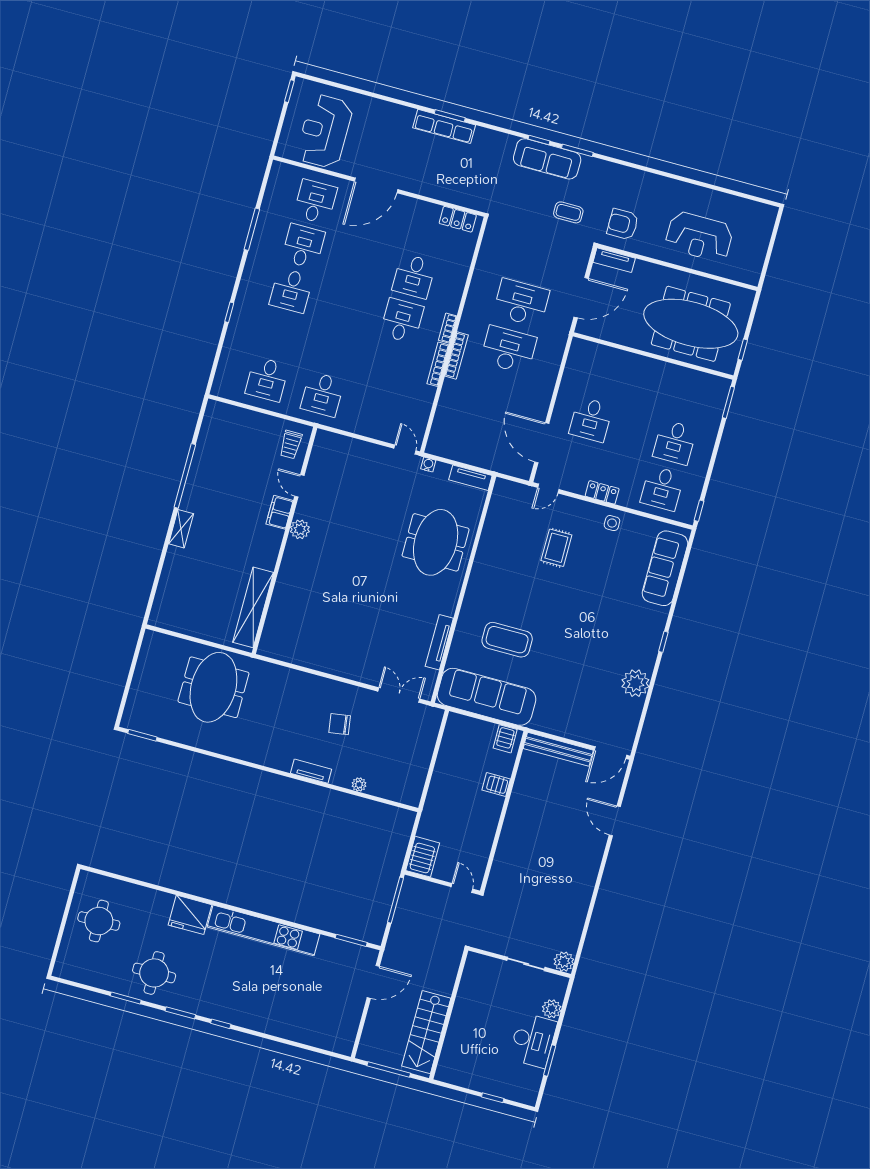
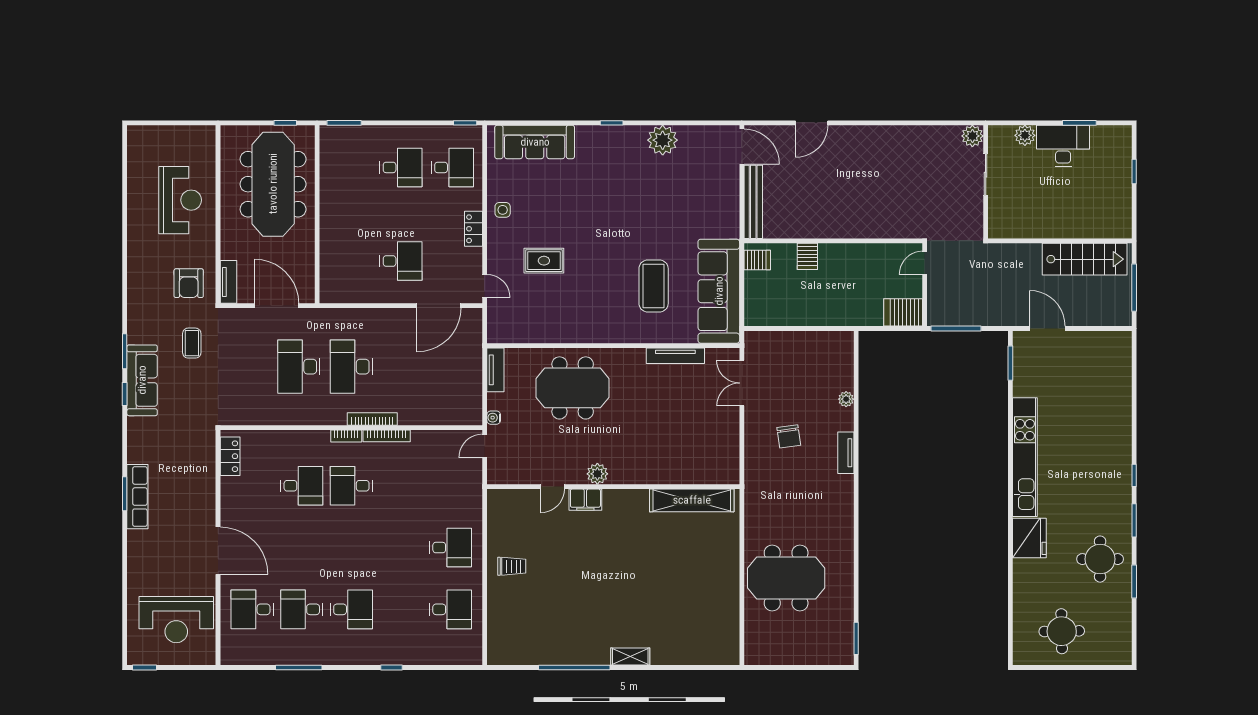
door: (299, 486) -> (552, 487), moved
filing cabinet: (280, 512) -> (585, 500), moved
plant: (300, 529) -> (597, 474), moved
wall: (284, 540) -> (613, 487), moved
shelving: (253, 607) -> (692, 500), moved

